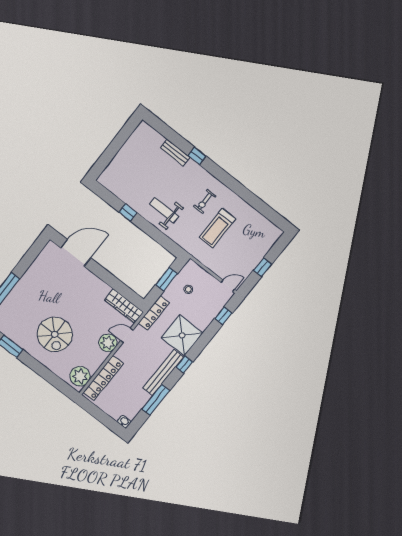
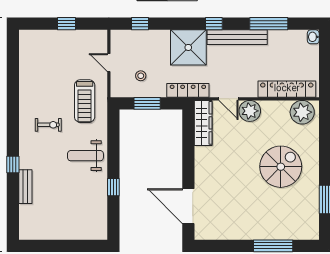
weight bench: (164, 210) -> (85, 156), turned 90
treadmill: (218, 228) -> (85, 101), moved, turned 90
door: (228, 286) -> (109, 63), moved

